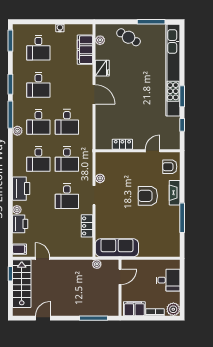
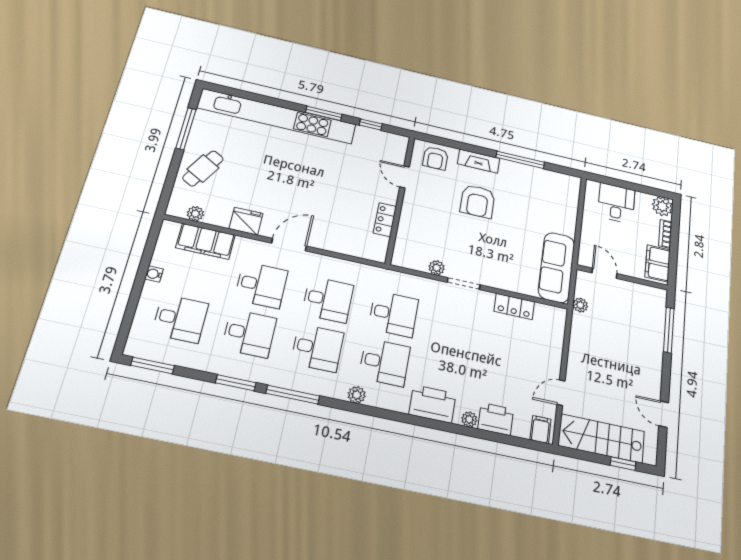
plant: (17, 131) -> (357, 395), moved
desk: (67, 196) -> (261, 285), moved
window: (10, 274) -> (623, 464), moved

